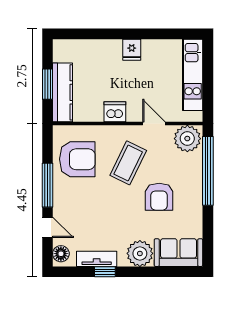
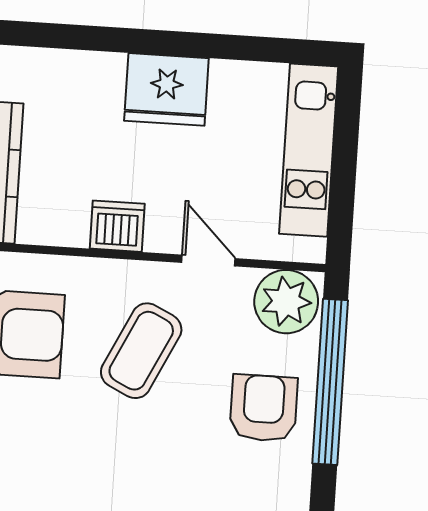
fridge: (132, 50) -> (166, 89), width x1.88, depth x1.34
armchair: (159, 197) -> (264, 408), moved, turned 180

